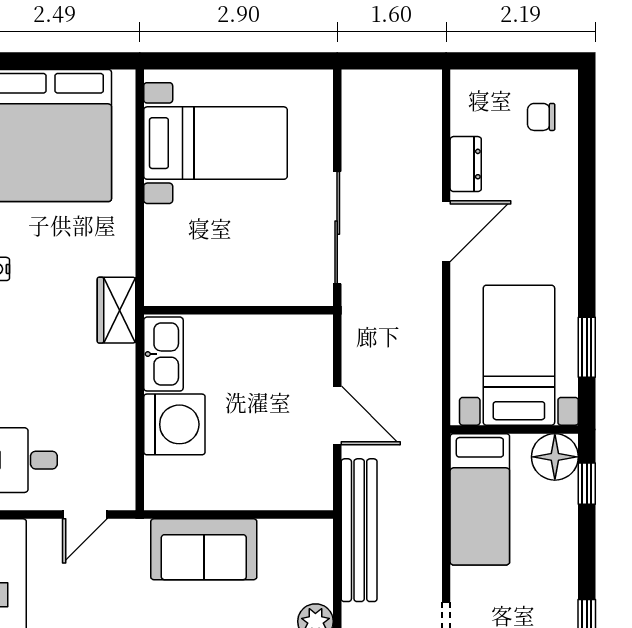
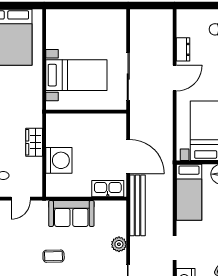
bed with nightstands: (216, 143) -> (76, 75), moved
wardrobe: (117, 310) -> (34, 142), moved
kitchen sink: (163, 354) -> (108, 189), moved, turned -90
door: (337, 415) -> (128, 156), width x1.36

